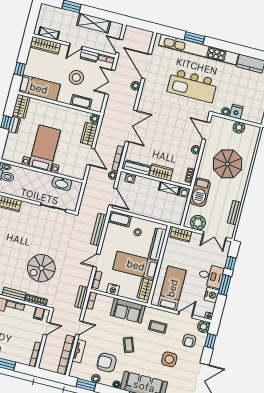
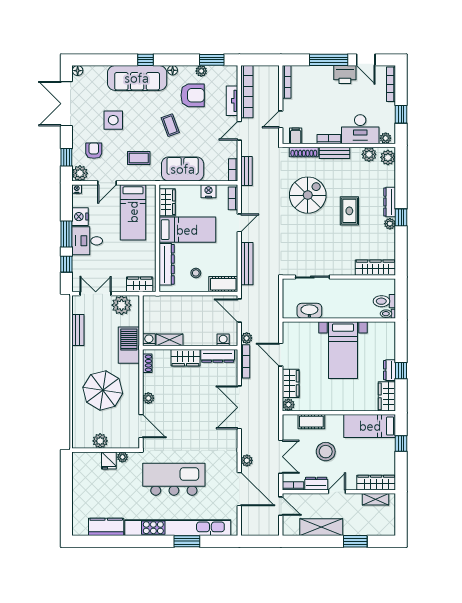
rug: (14, 249) -> (349, 211), added

